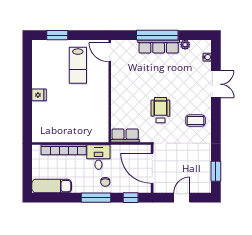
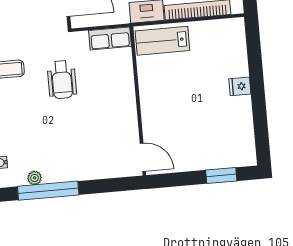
window: (157, 35) -> (48, 191), moved
row of seats: (159, 46) -> (73, 172), removed
lab bench: (78, 65) -> (162, 41), moved, turned -90

